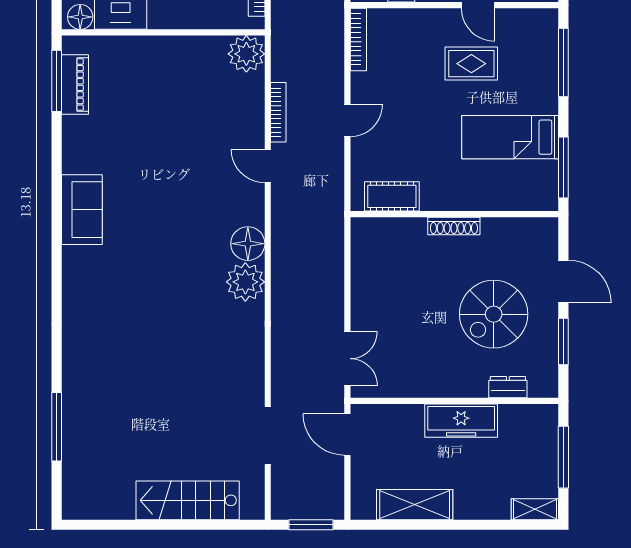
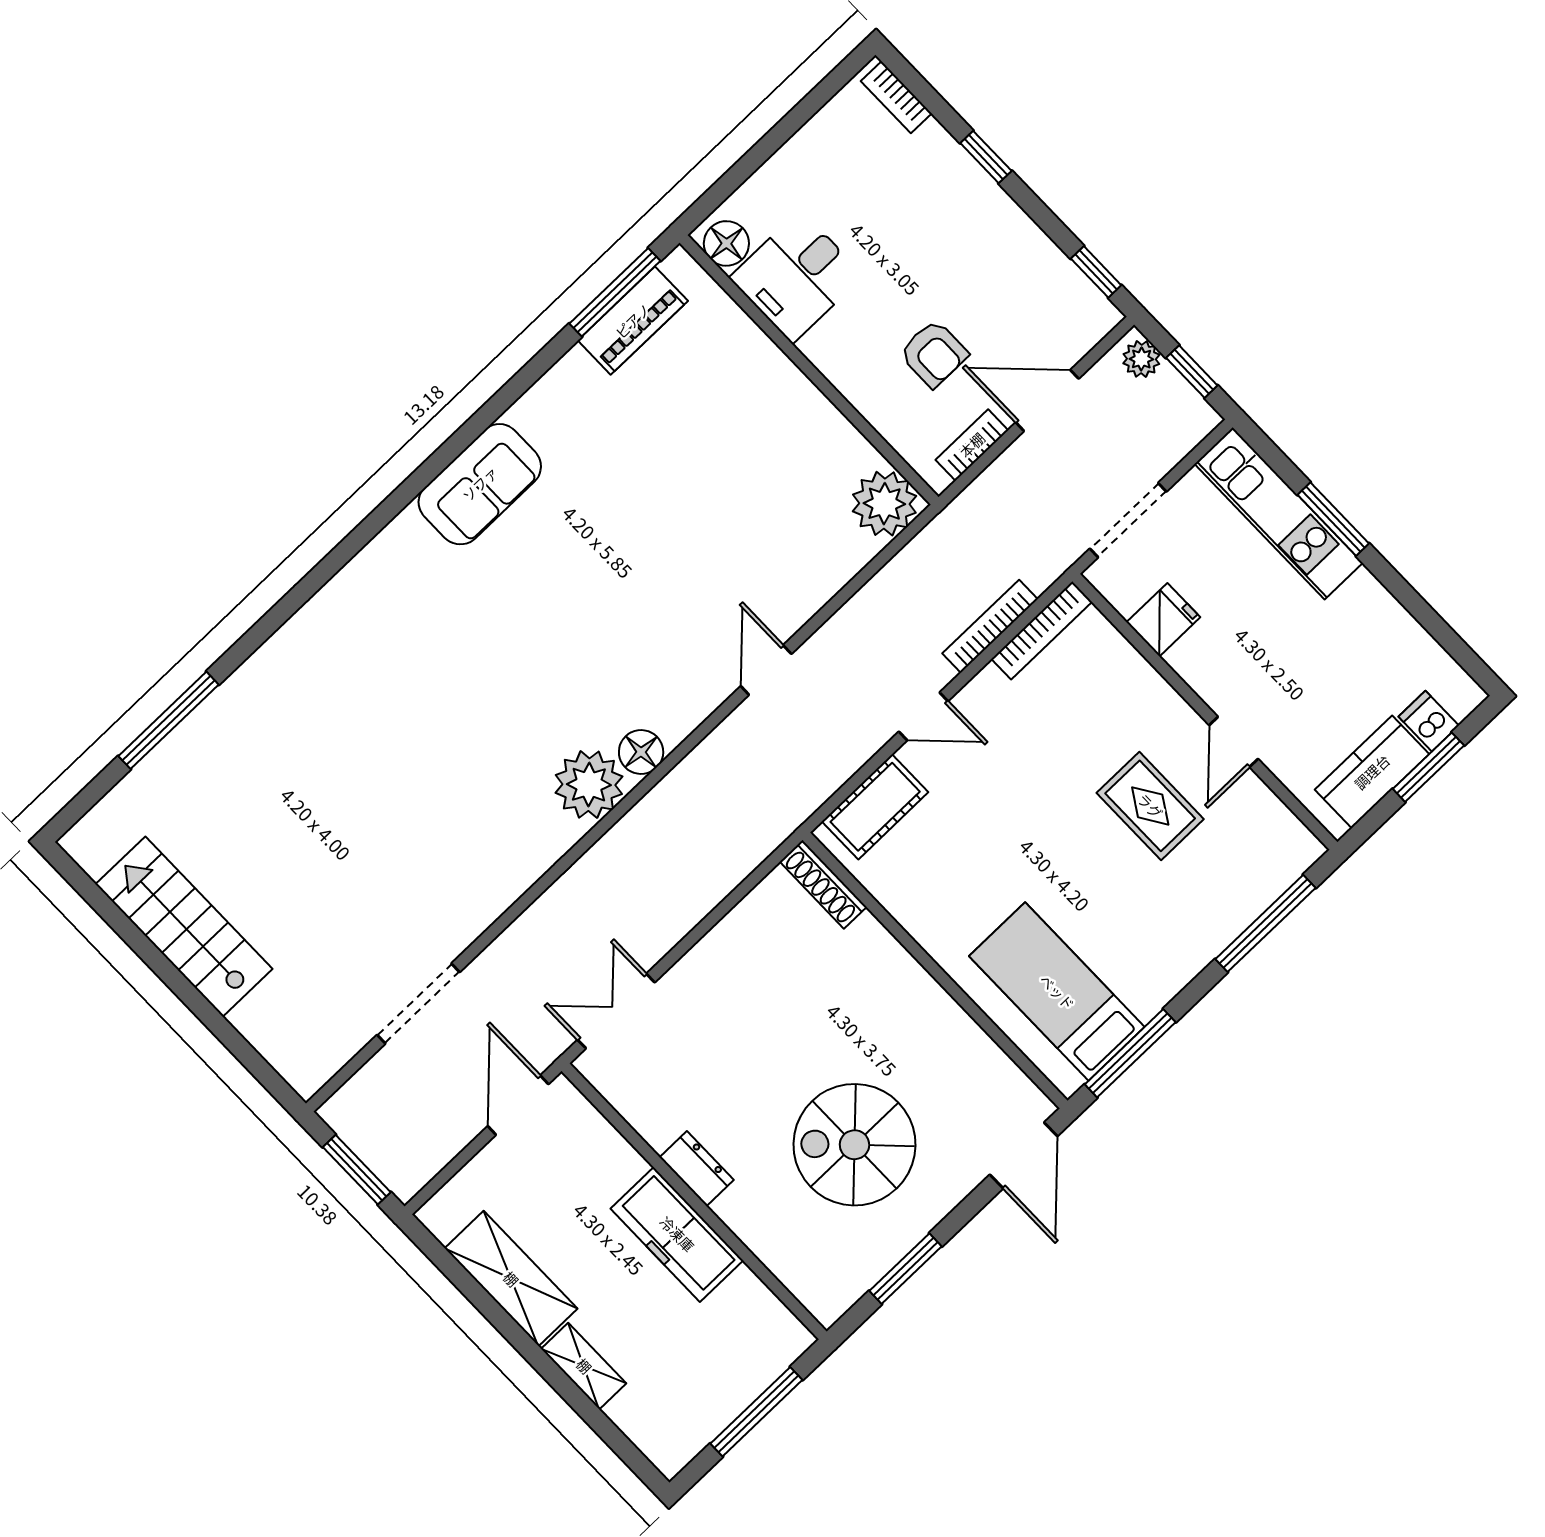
bookcase: (278, 112) -> (990, 626), moved, turned 180
bed: (510, 137) -> (1057, 992), moved
cot: (392, 196) -> (875, 807), moved, turned 90
shoe rack: (454, 226) -> (823, 884), moved
floor lamp: (248, 244) -> (641, 752), width x0.73, depth x0.73
door: (563, 281) -> (1024, 1155), moved
double door: (347, 359) -> (616, 1011), swing flipped
dresser: (508, 387) -> (697, 1169), moved
stairs: (188, 500) -> (184, 927), moved
shelving: (535, 509) -> (584, 1366), moved

